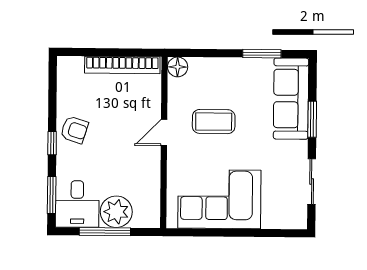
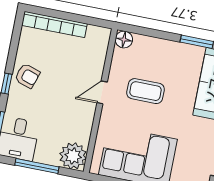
bookcase: (122, 65) -> (54, 24), moved
plant: (116, 212) -> (73, 156), moved

